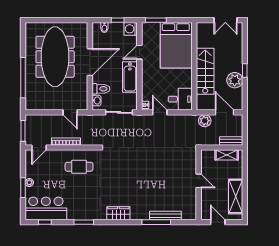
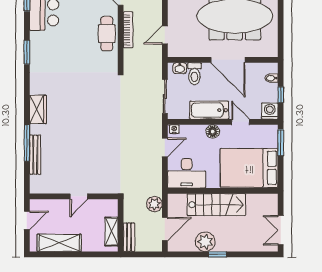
floor lamp: (147, 74) -> (213, 131), added
desk: (180, 99) -> (187, 173), width x1.37
cafe table: (79, 167) -> (107, 34), moved
wardrobe: (118, 213) -> (38, 109), moved

